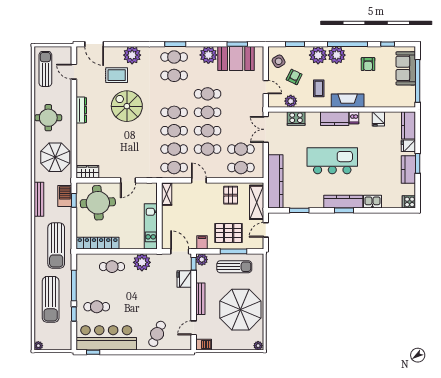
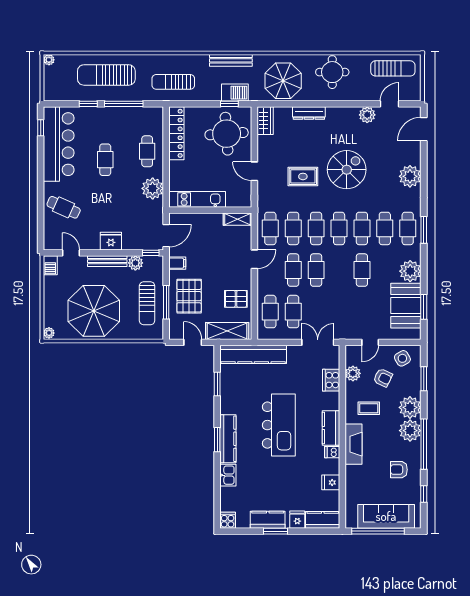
sofa: (406, 68) -> (386, 516), width x1.36
rug: (117, 75) -> (303, 176), moved, turned 90
plant: (83, 90) -> (367, 115), added
dresser: (81, 110) -> (309, 113), moved
cafe table: (208, 112) -> (362, 228), moved
sun lounger: (56, 246) -> (173, 82), width x0.73, depth x0.75
plant: (202, 260) -> (135, 263), moved
fridge: (184, 279) -> (111, 241), moved
cafe table: (97, 307) -> (105, 160), moved

